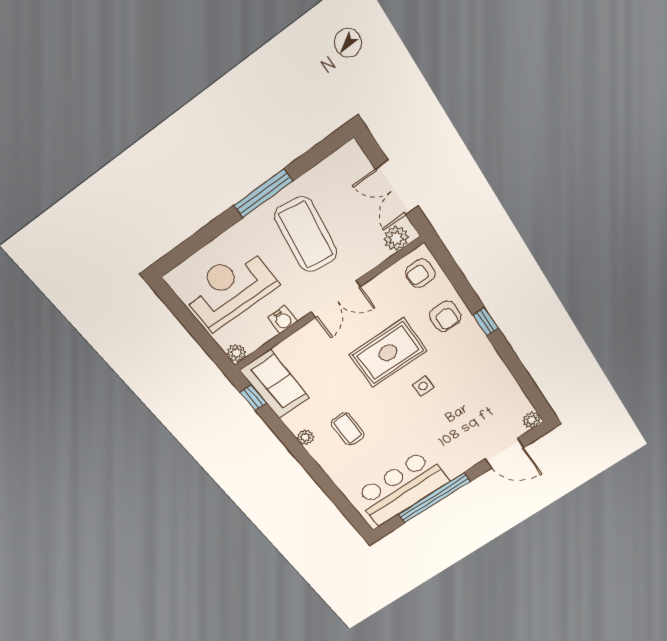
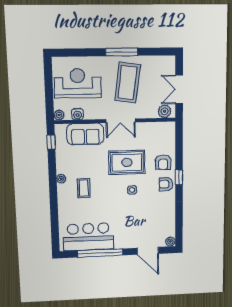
armchair: (420, 273) -> (166, 184), moved
water cooler: (283, 319) -> (77, 114), moved
sofa: (275, 384) -> (85, 134), moved, turned 90

